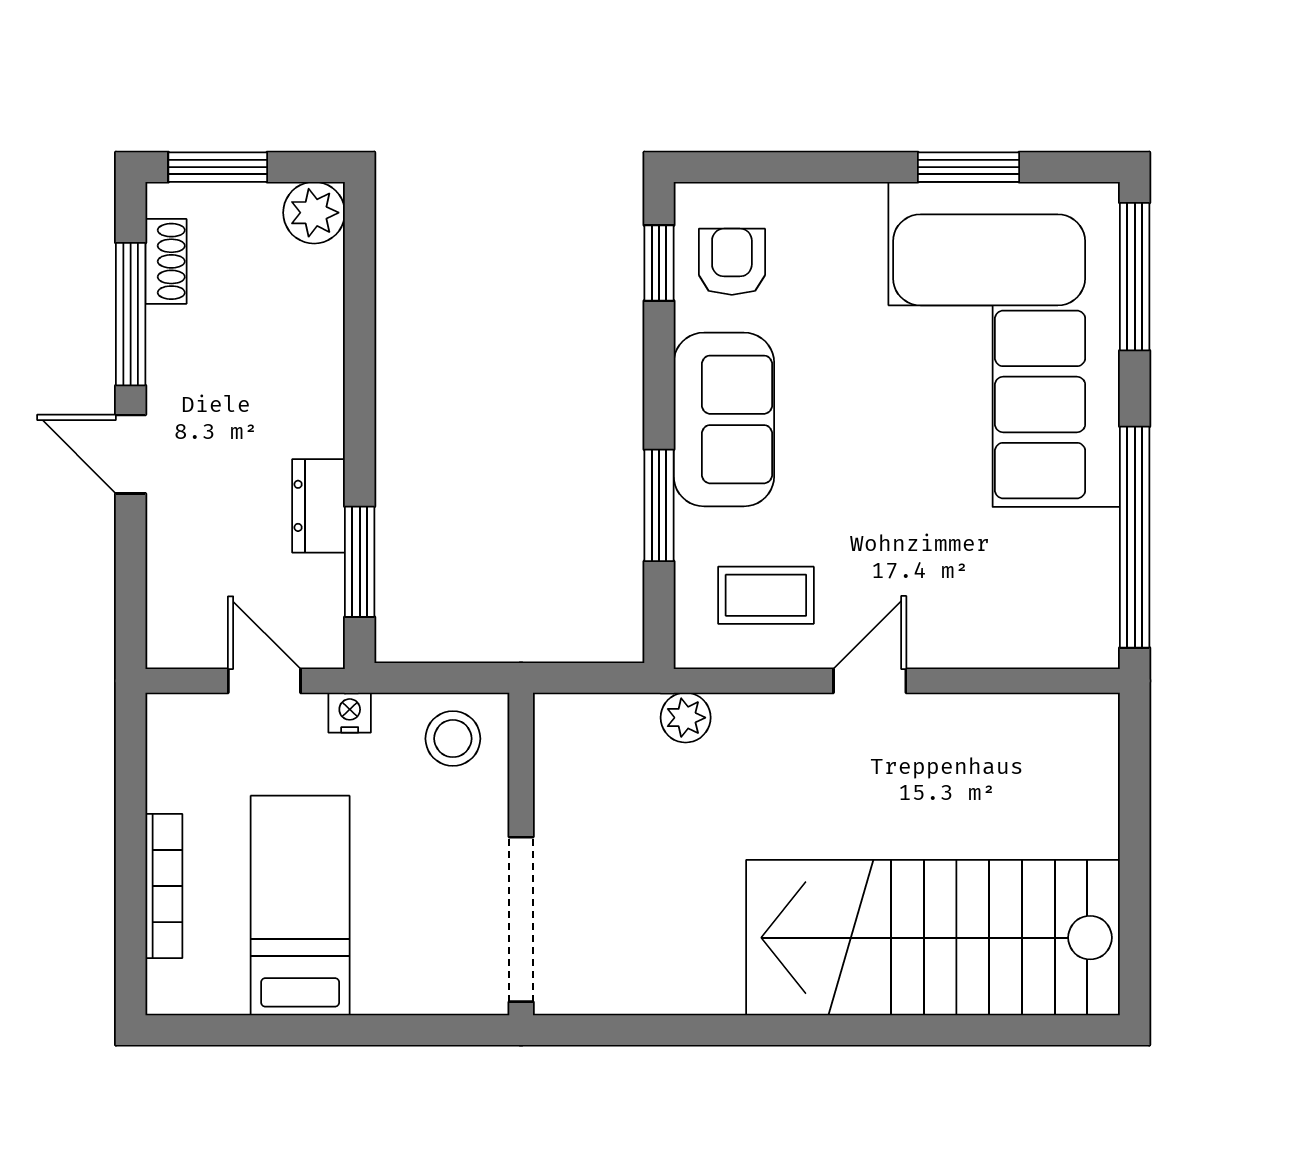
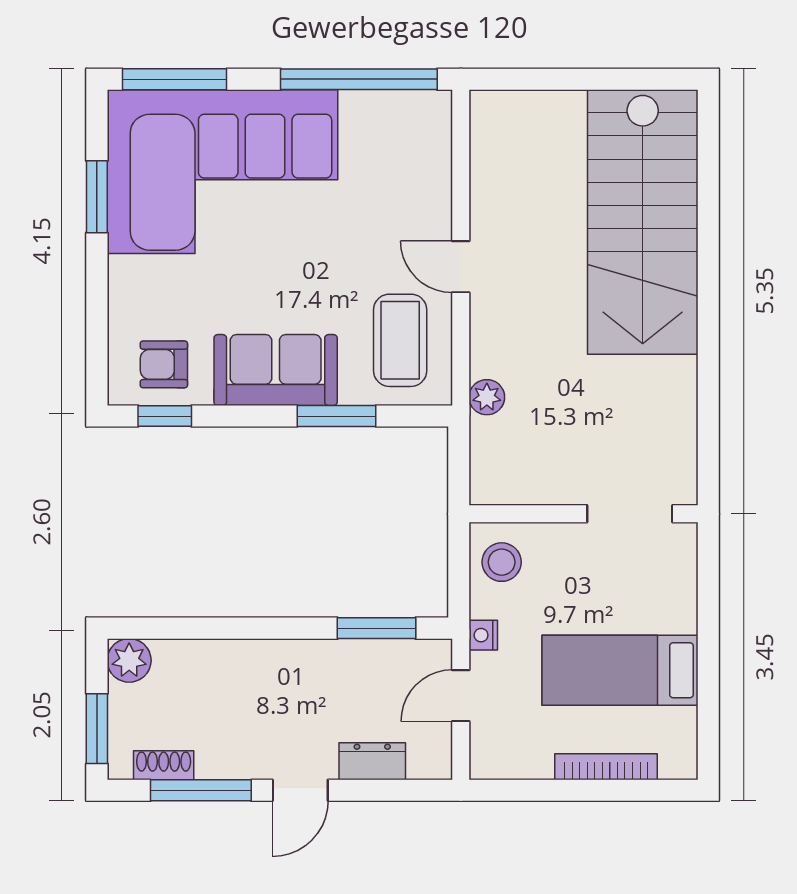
dresser: (319, 506) -> (372, 761), moved, turned 180
coffee table: (766, 595) -> (400, 340), width x1.36, depth x1.30
doorway: (521, 919) -> (630, 514), width x0.73

